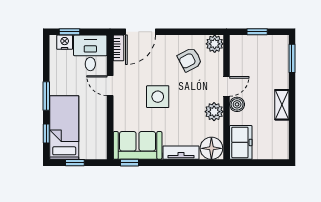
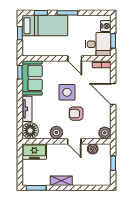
window: (69, 32) -> (113, 41), moved
door: (141, 32) -> (113, 94), moved
window: (292, 58) -> (36, 188), moved
armchair: (190, 60) -> (76, 114), moved, turned -62
door: (110, 86) -> (75, 58), swing flipped
boiler: (237, 104) -> (93, 149), moved

